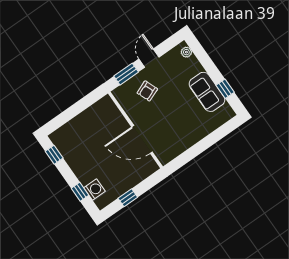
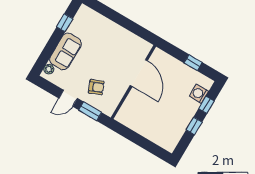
sofa: (207, 92) -> (66, 51), moved
window: (54, 155) -> (194, 126), moved

